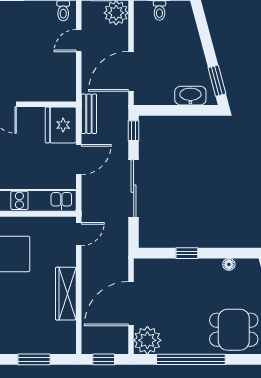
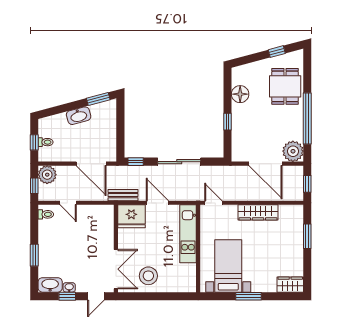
washbasin: (190, 96) -> (79, 116), moved, turned -105
floor lamp: (229, 264) -> (240, 94), width x1.89, depth x1.89

